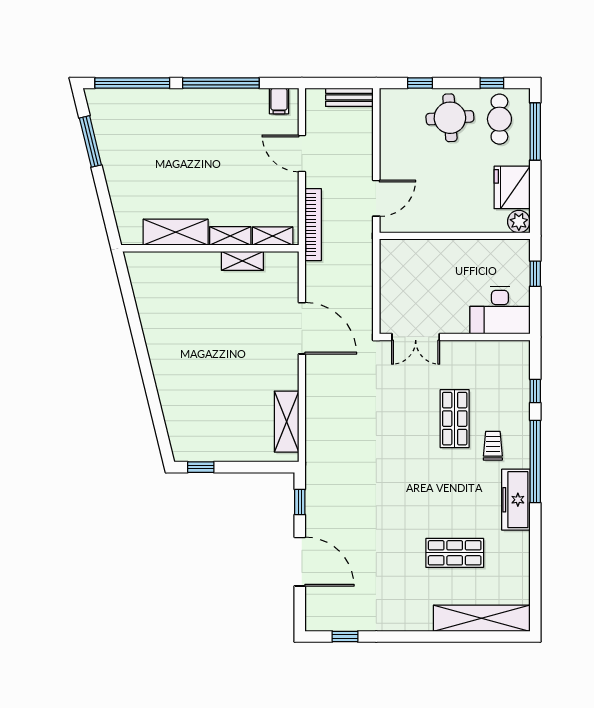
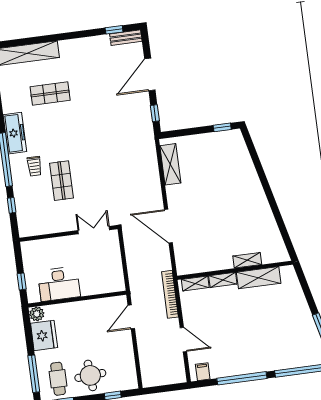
bench: (349, 97) -> (126, 38), moved
shelving: (242, 261) -> (247, 260), moved
desk: (500, 310) -> (59, 284), moved, turned 180
door: (300, 562) -> (150, 74), hinge flipped

